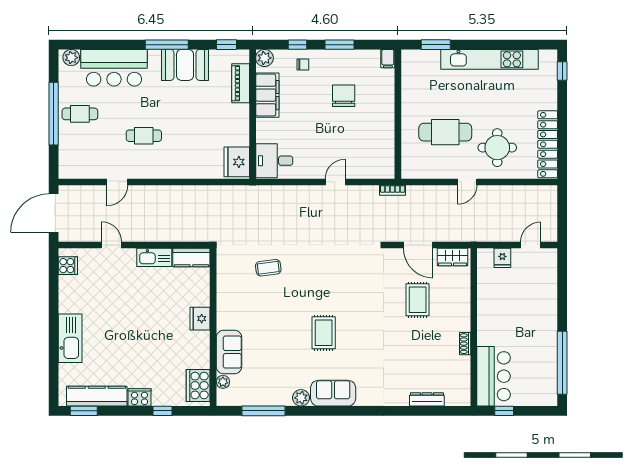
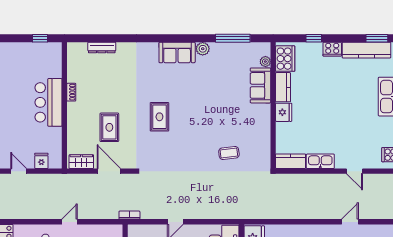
door: (531, 245) -> (19, 171), swing flipped
rug: (324, 333) -> (159, 117), moved
kitchen counter: (201, 350) -> (283, 87), added
bar counter: (493, 376) -> (48, 102), moved

